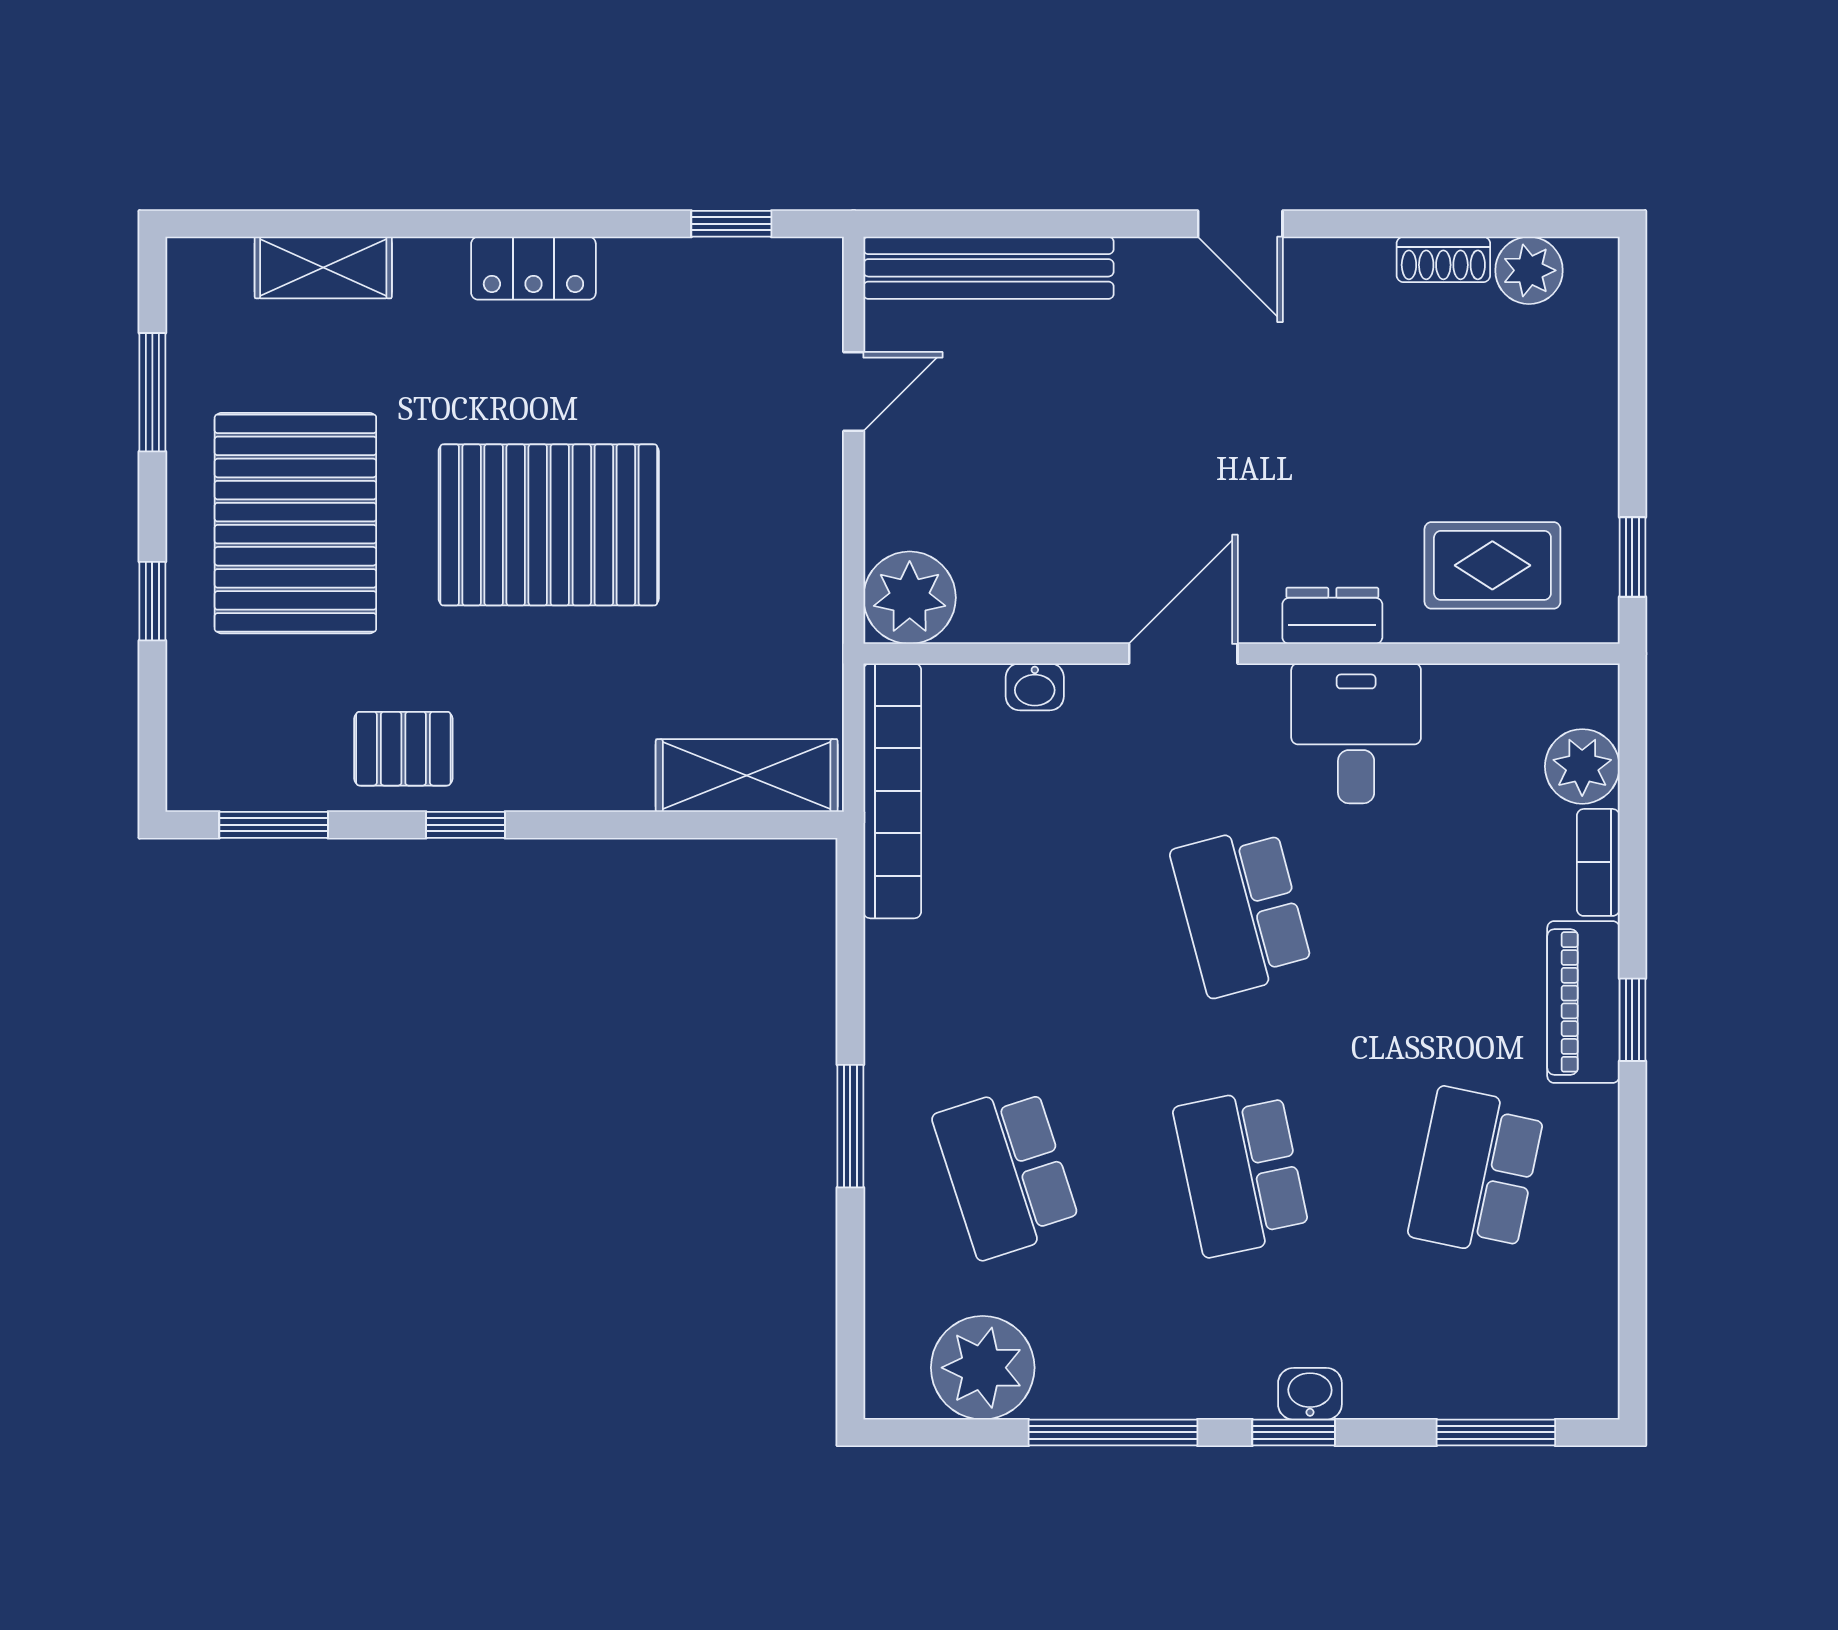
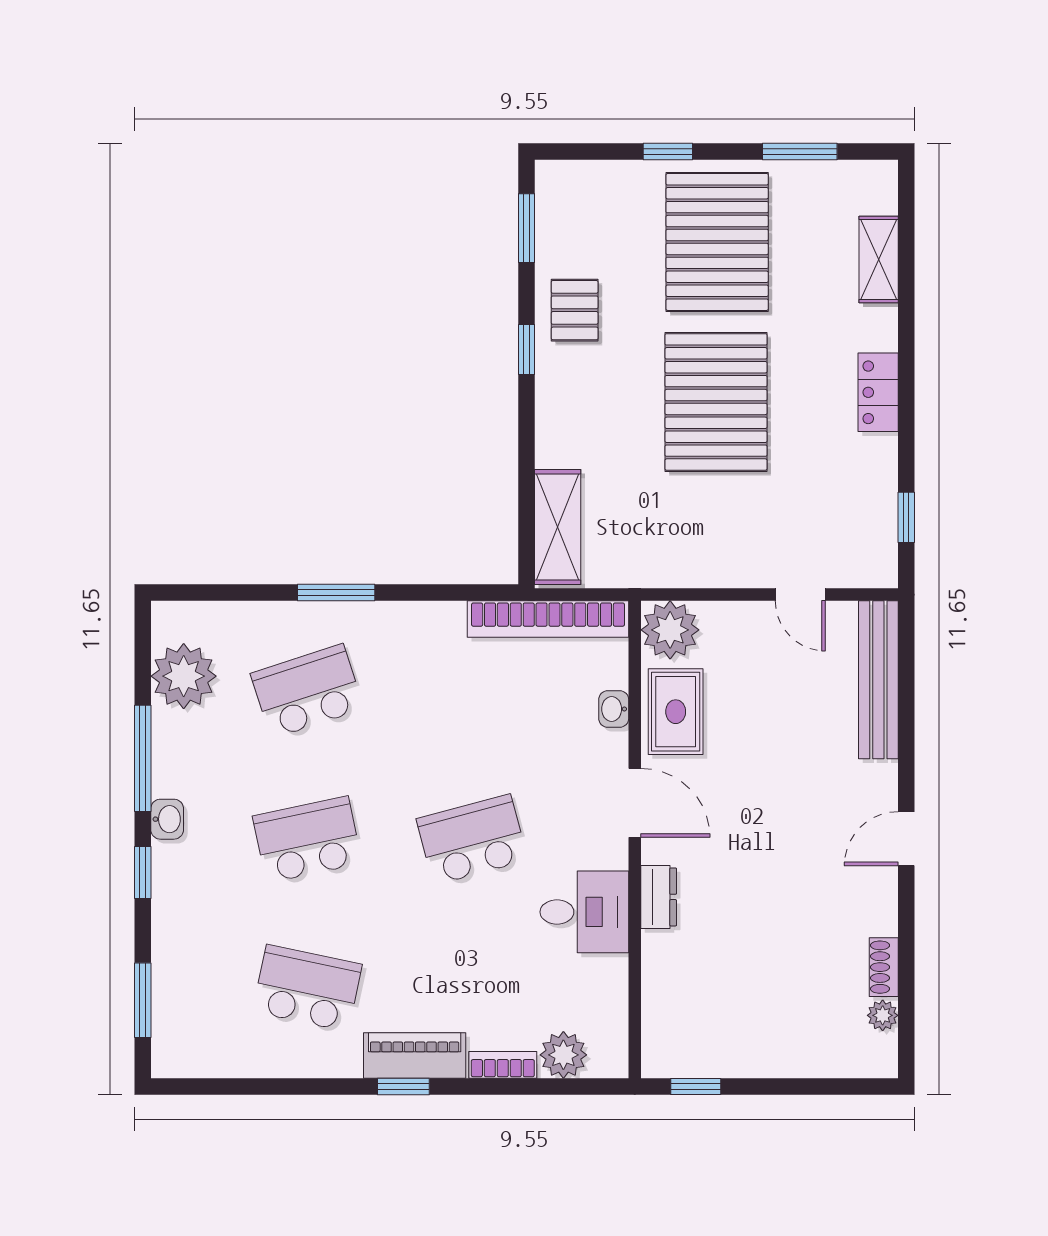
plant: (1529, 270) -> (883, 1015), width x0.73, depth x0.73
pallet: (295, 523) -> (717, 242), turned 90
rug: (1492, 565) -> (676, 712), moved
washbasin: (1310, 1394) -> (167, 819), moved

